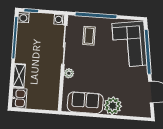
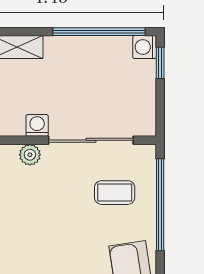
washing machine: (59, 19) -> (37, 125), moved

